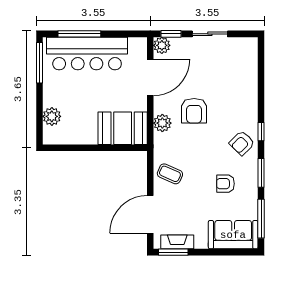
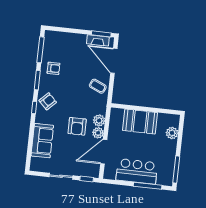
plant: (162, 45) -> (98, 133), moved
bar counter: (87, 53) -> (137, 171), width x0.73
armchair: (194, 111) -> (77, 126), turned 180
booth: (123, 128) -> (140, 122), moved
armchair: (225, 184) -> (53, 68), moved
door: (150, 214) -> (114, 61), swing flipped
sofa: (233, 235) -> (42, 141), moved, turned -90

